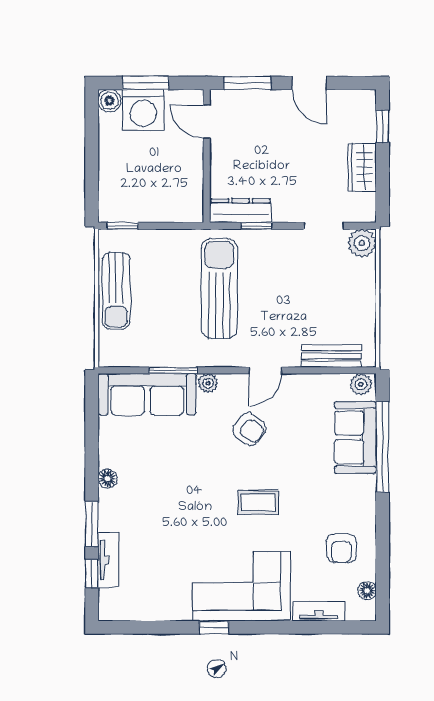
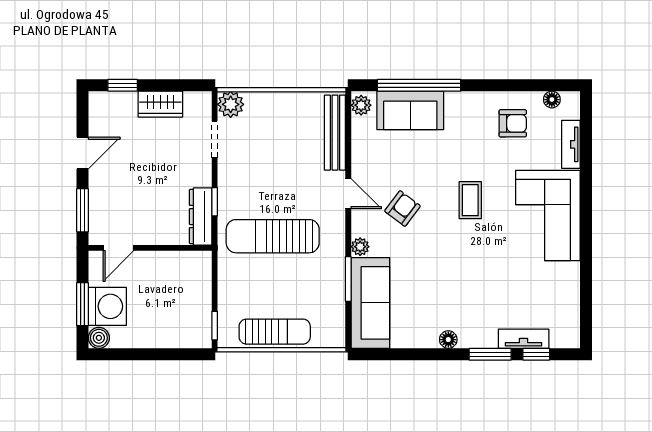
bench: (331, 356) -> (335, 133), width x1.36
window: (214, 627) -> (586, 241), removed

